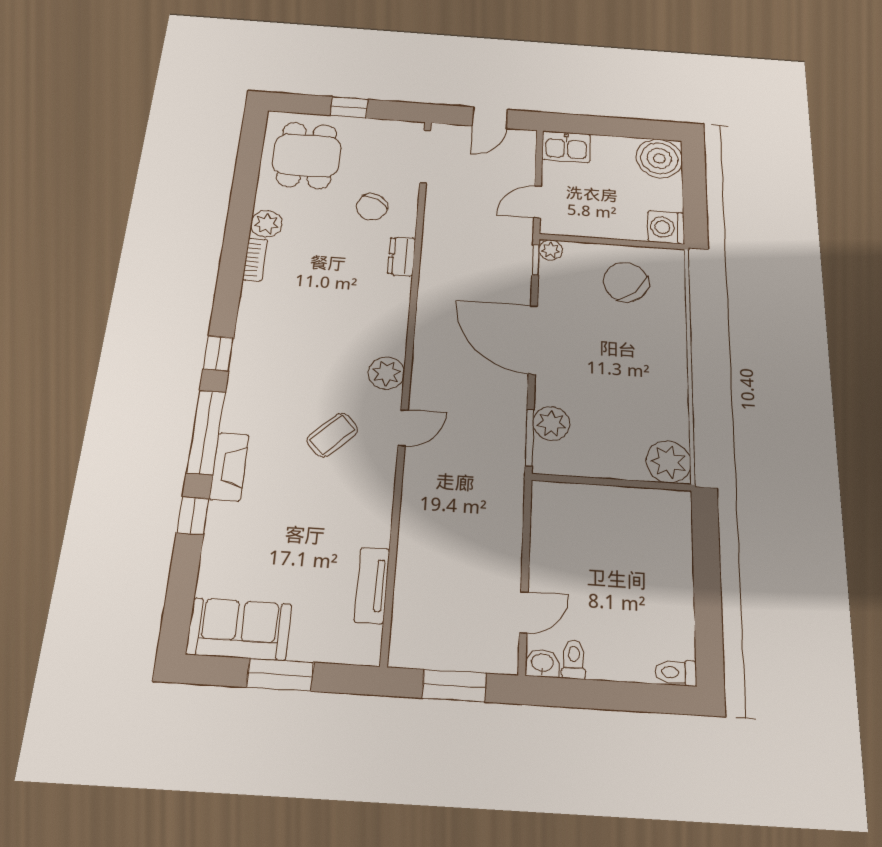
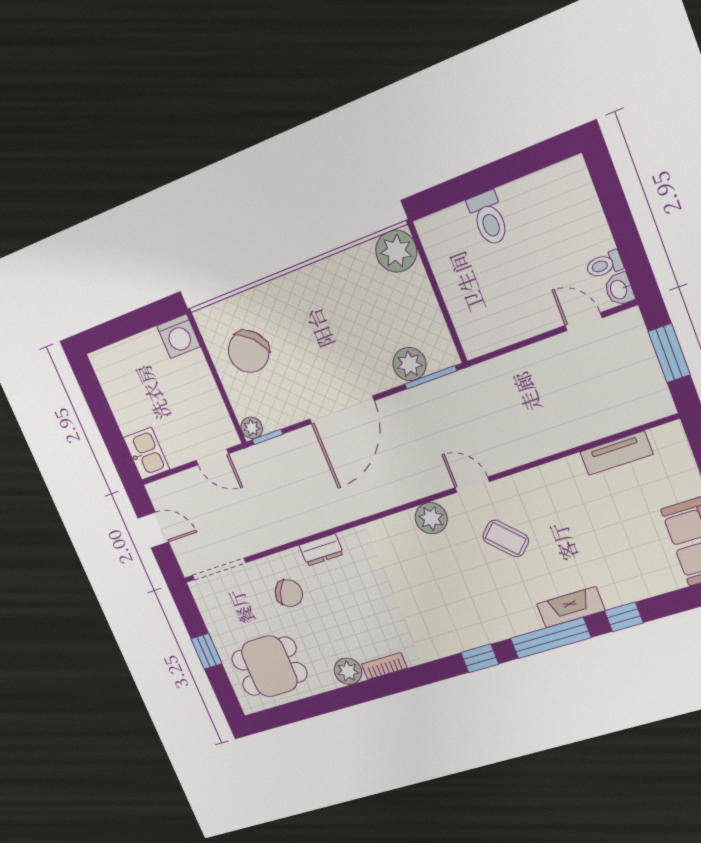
boiler: (659, 158) -> (115, 368), removed
toilet: (676, 672) -> (489, 218), moved, width x1.37, depth x1.39

